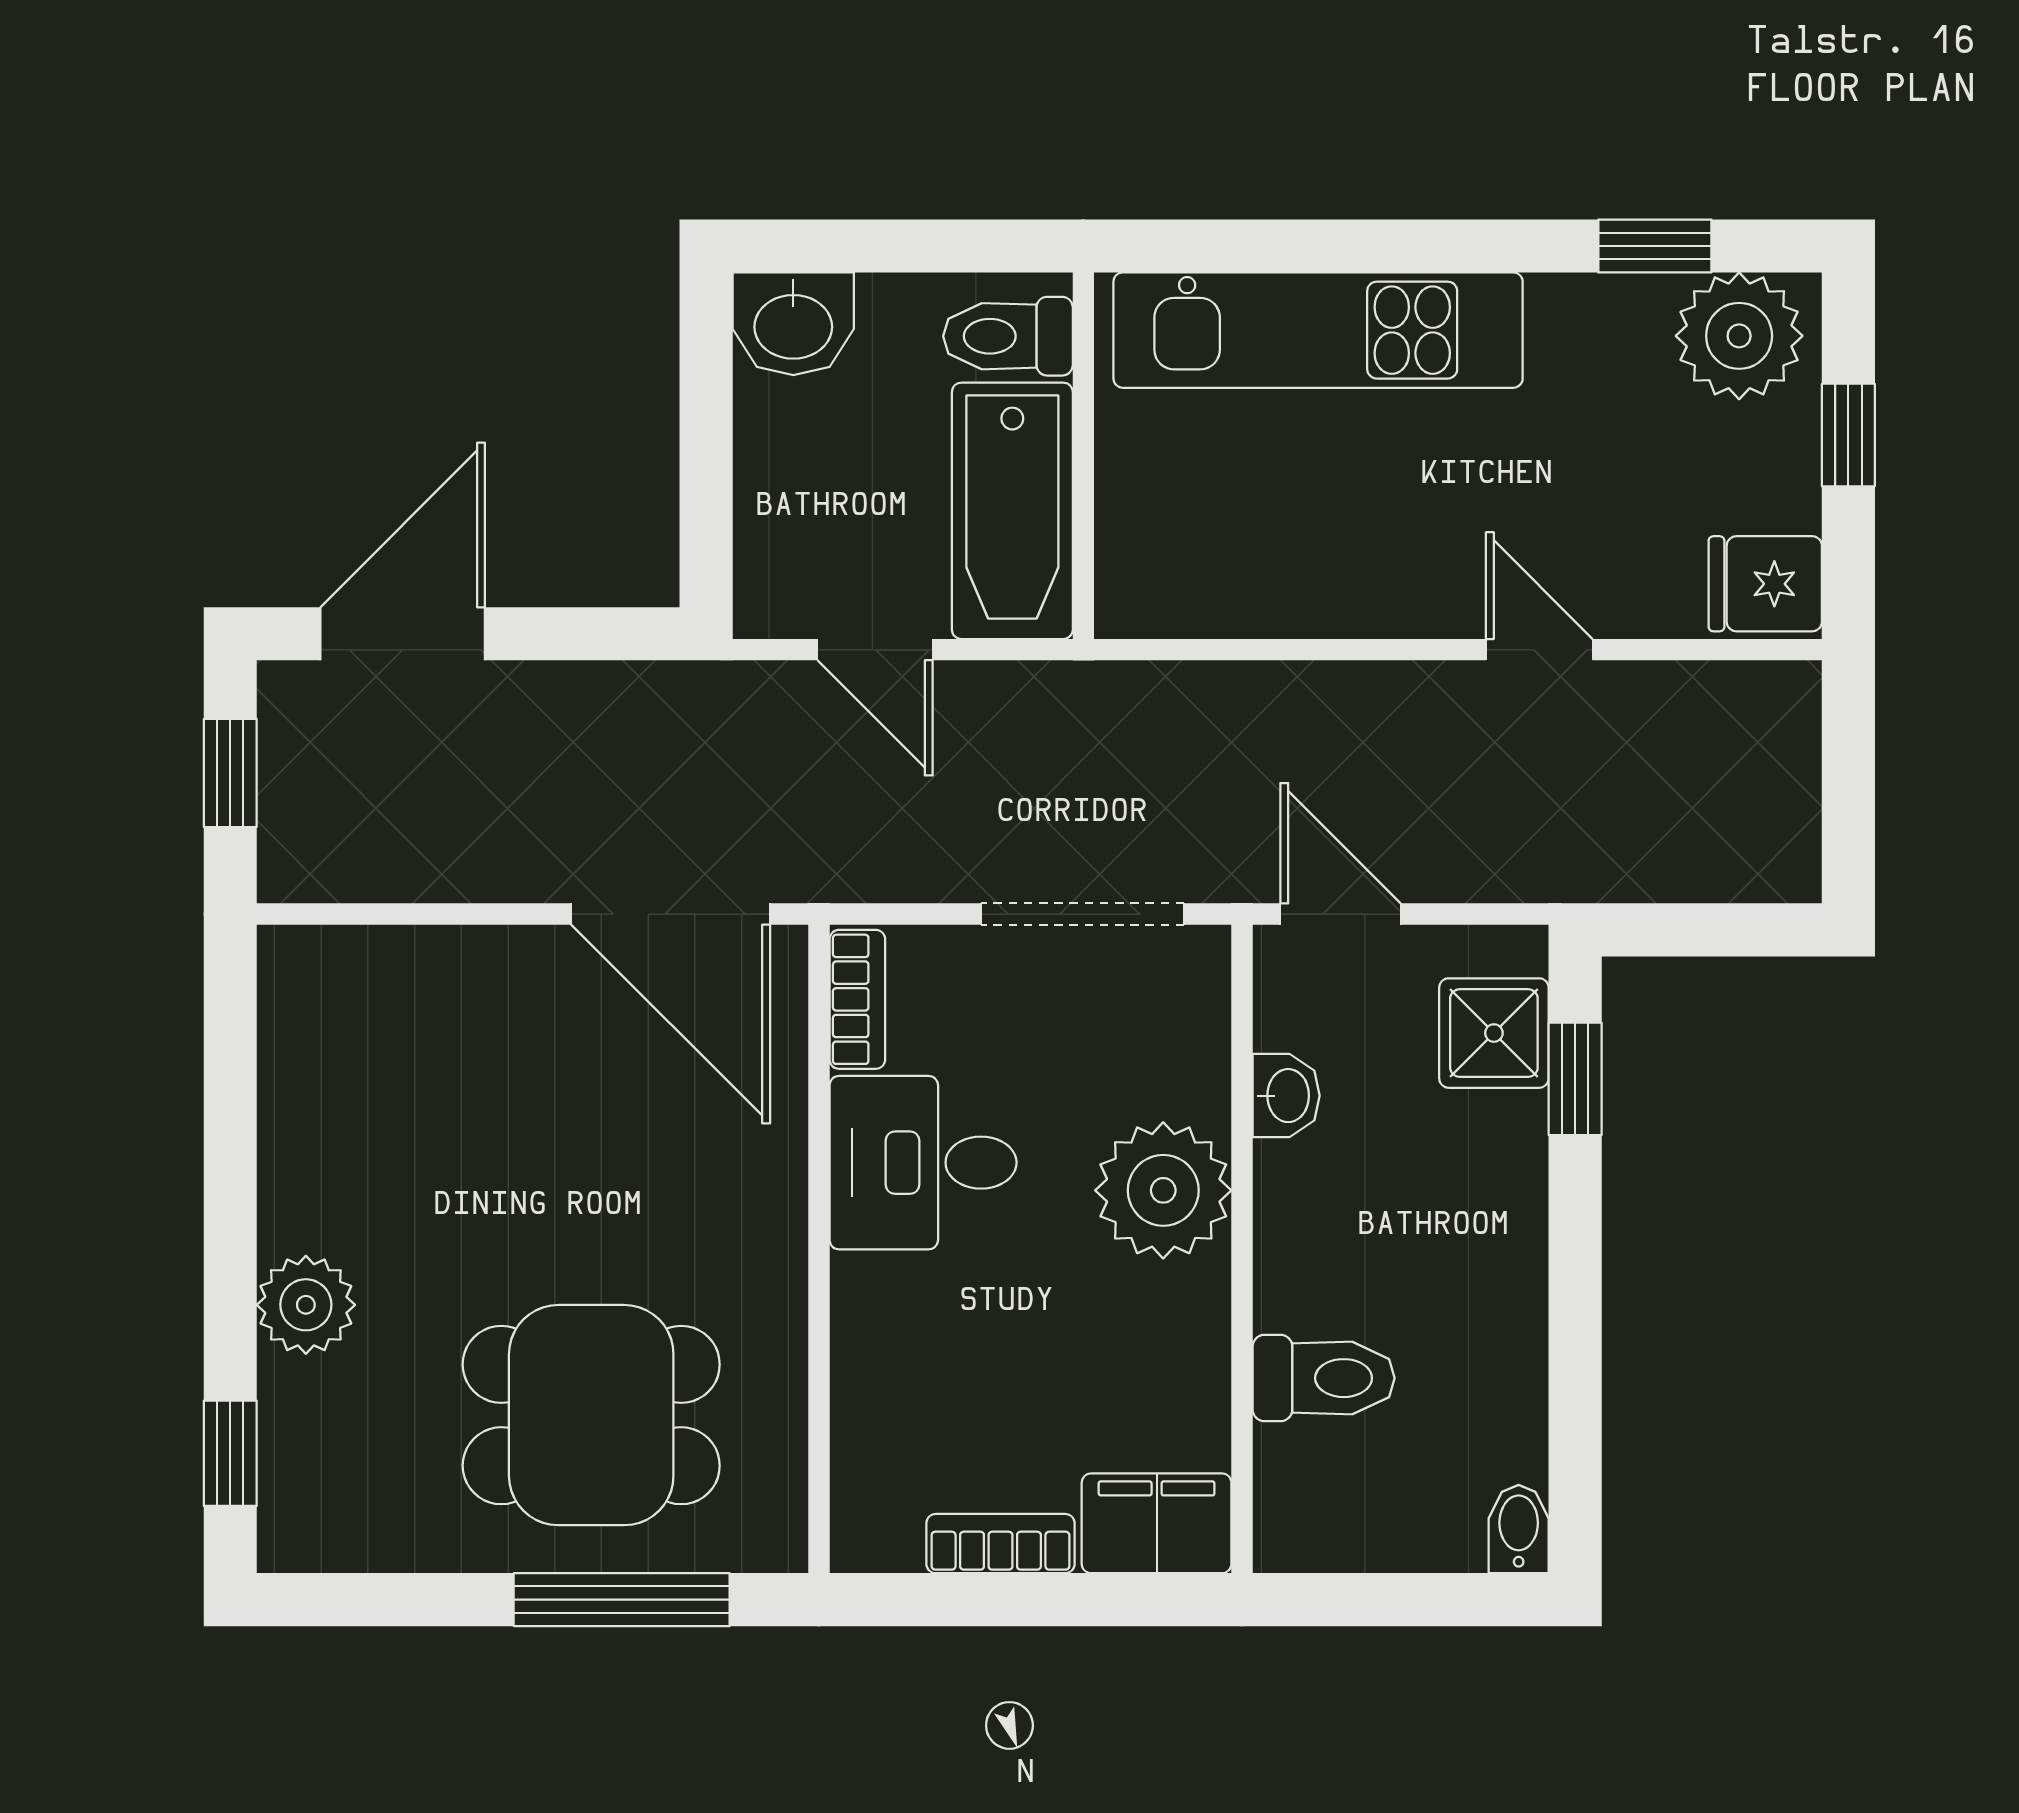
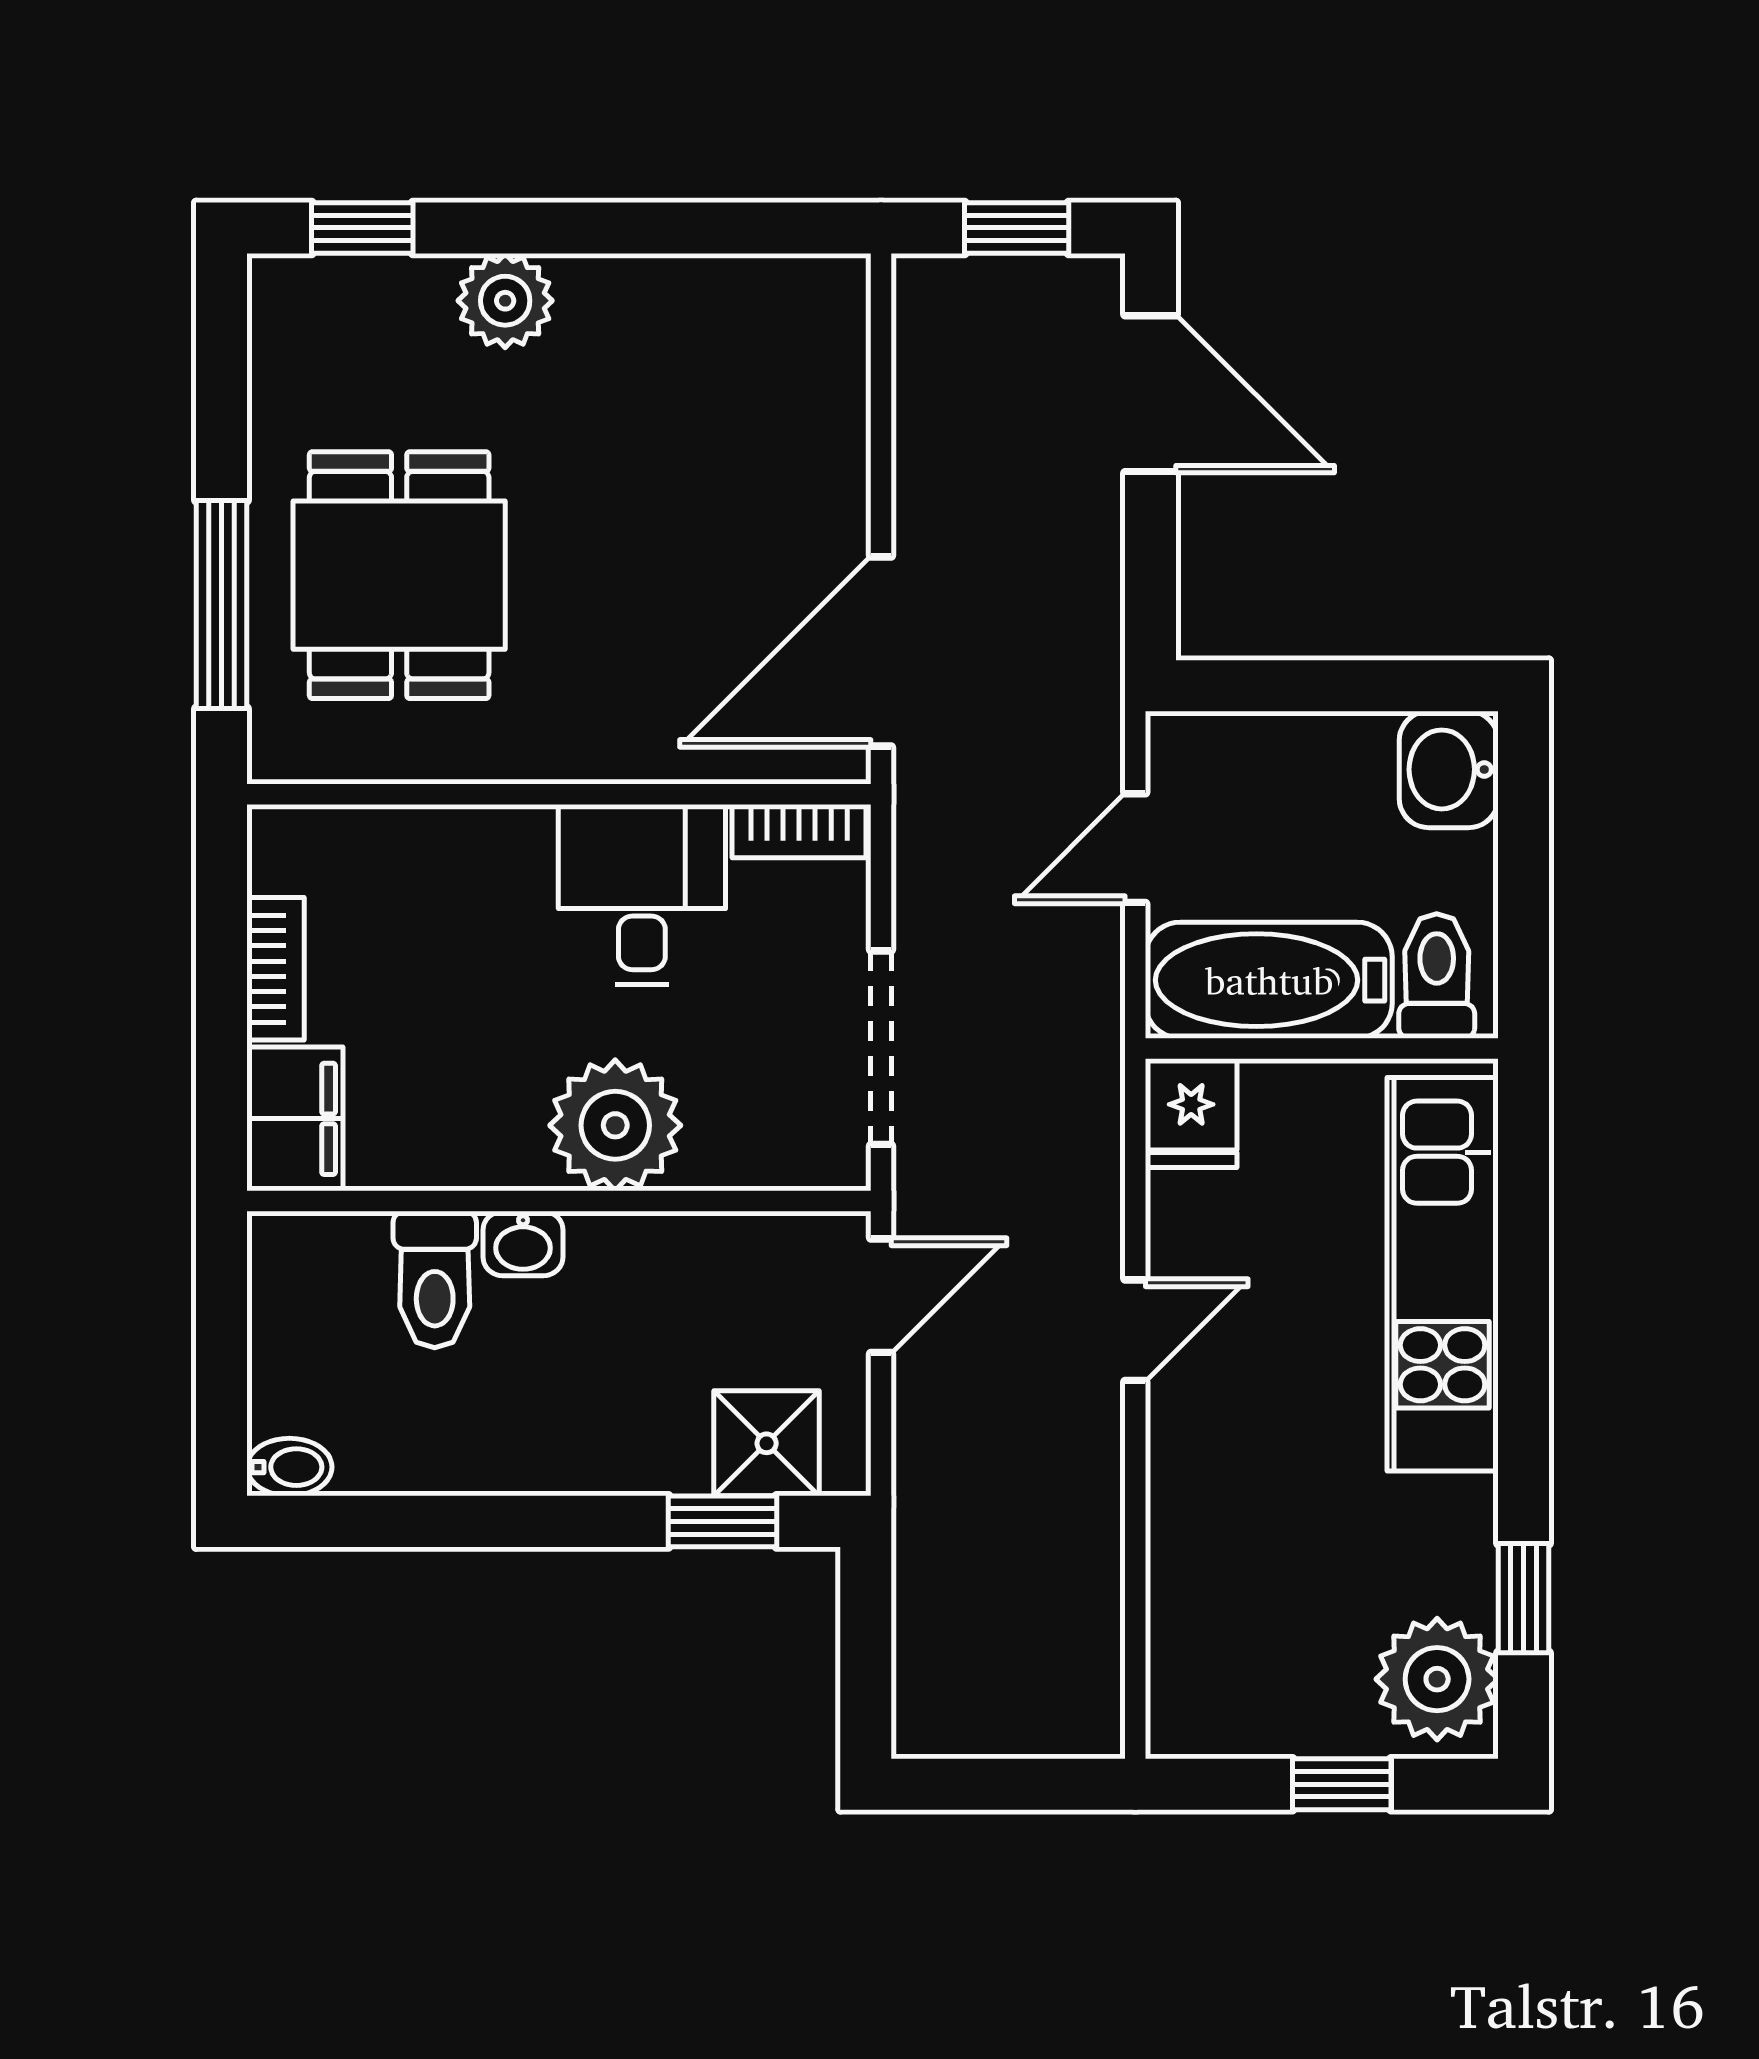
fridge: (1765, 584) -> (1191, 1113), moved, turned 180
door: (1539, 650) -> (1135, 1330), moved
washbasin: (1286, 1096) -> (523, 1244), moved

